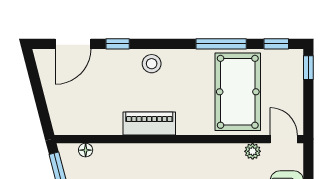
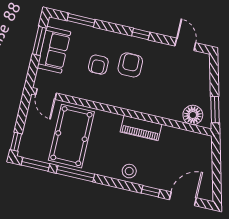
window: (276, 44) -> (35, 164), width x1.50
floor lamp: (86, 150) -> (193, 115), width x1.89, depth x1.89
plant: (253, 151) -> (71, 90), removed

